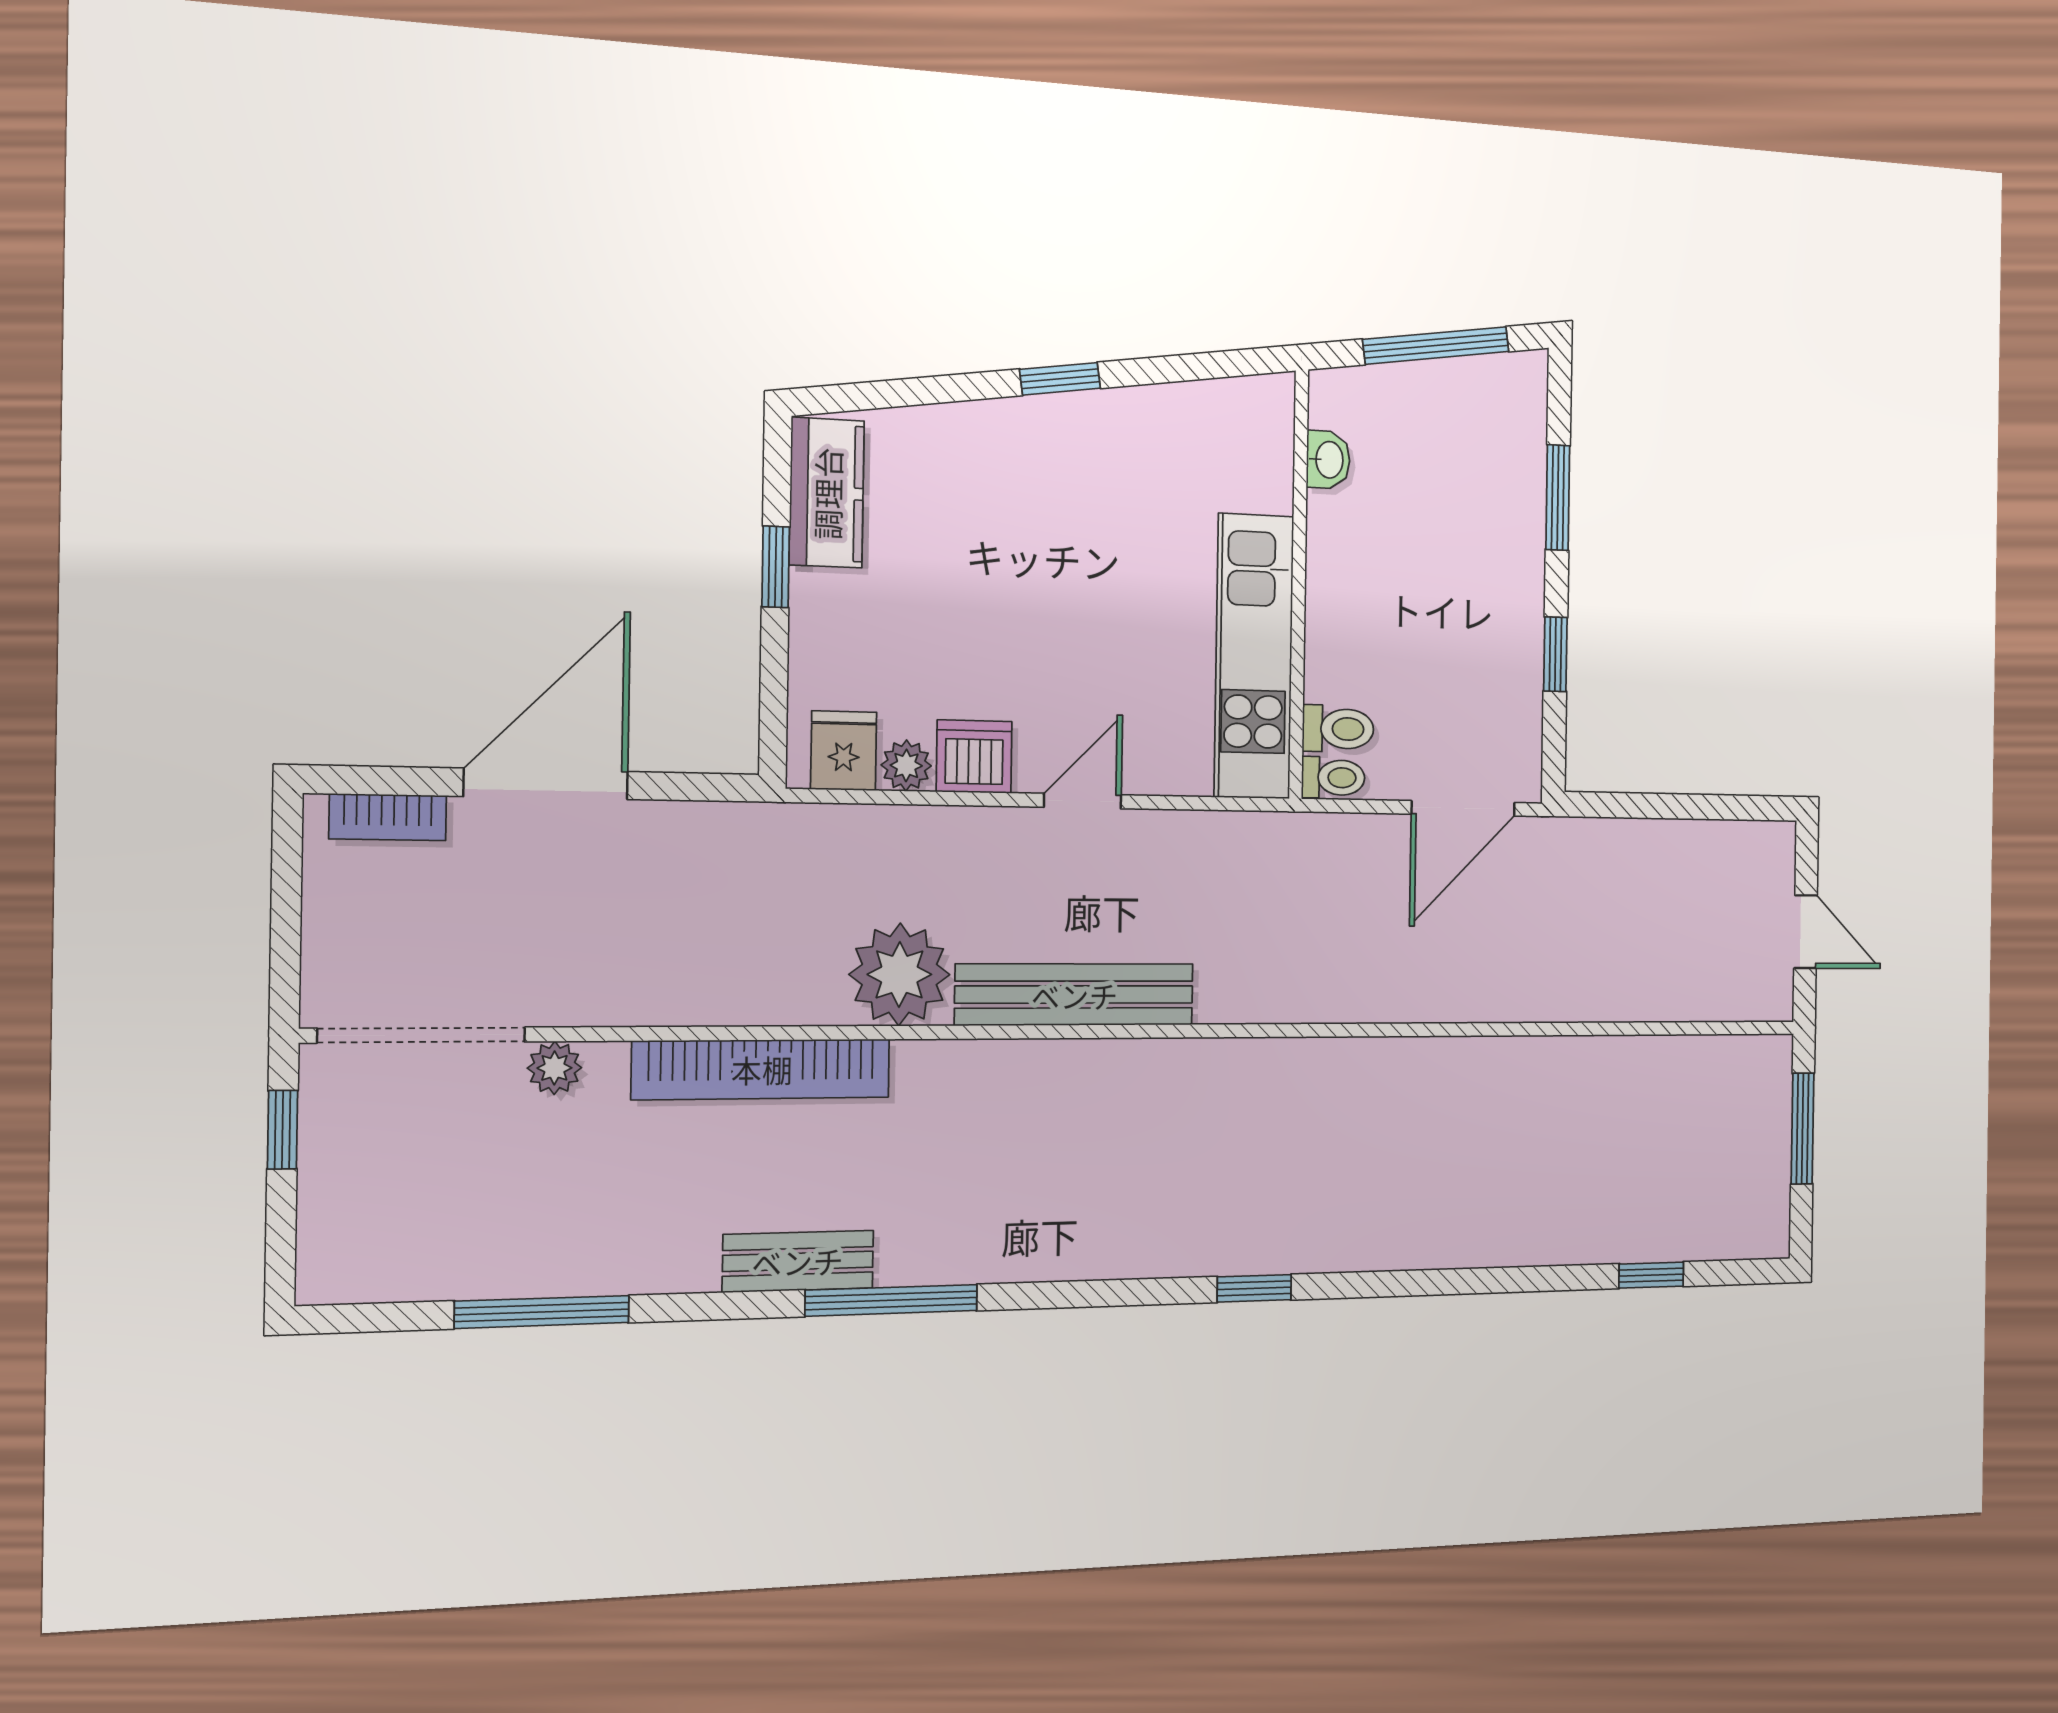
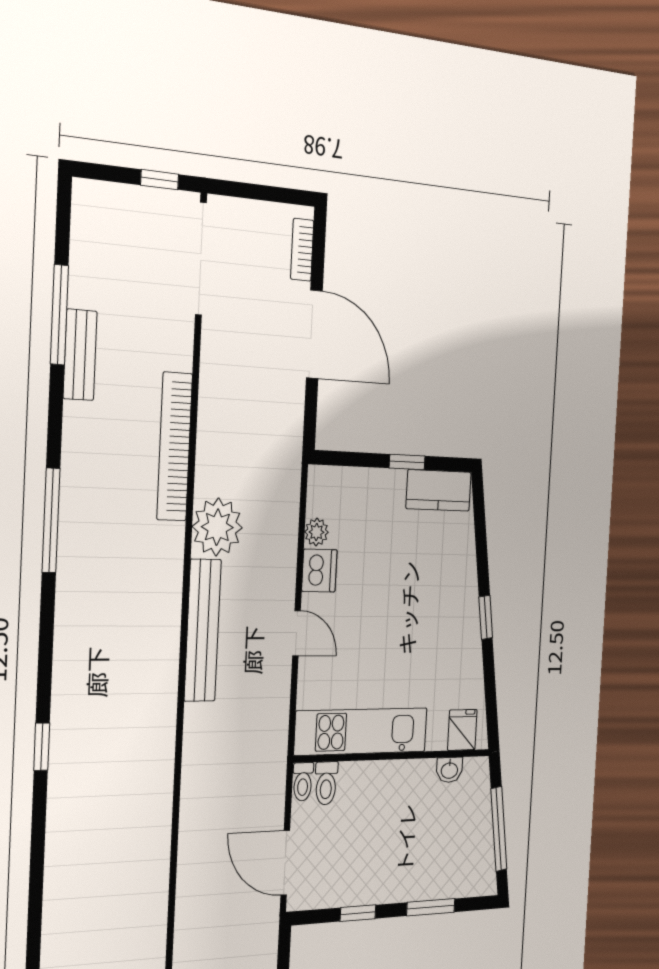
fridge: (844, 751) -> (462, 730), moved, turned -90
plant: (554, 1068) -> (181, 330), removed
bench: (798, 1261) -> (80, 355), moved

